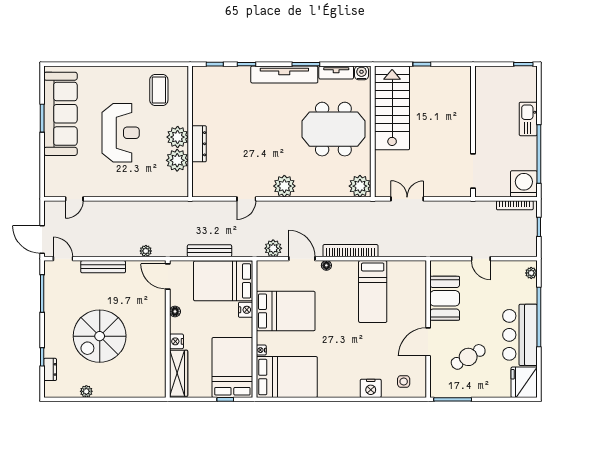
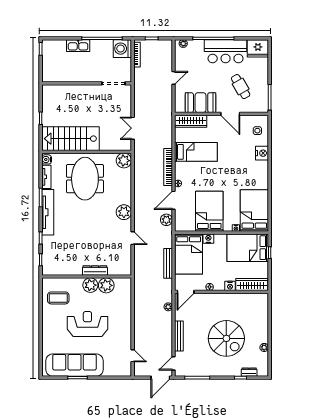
wardrobe: (417, 284) -> (191, 121), added

